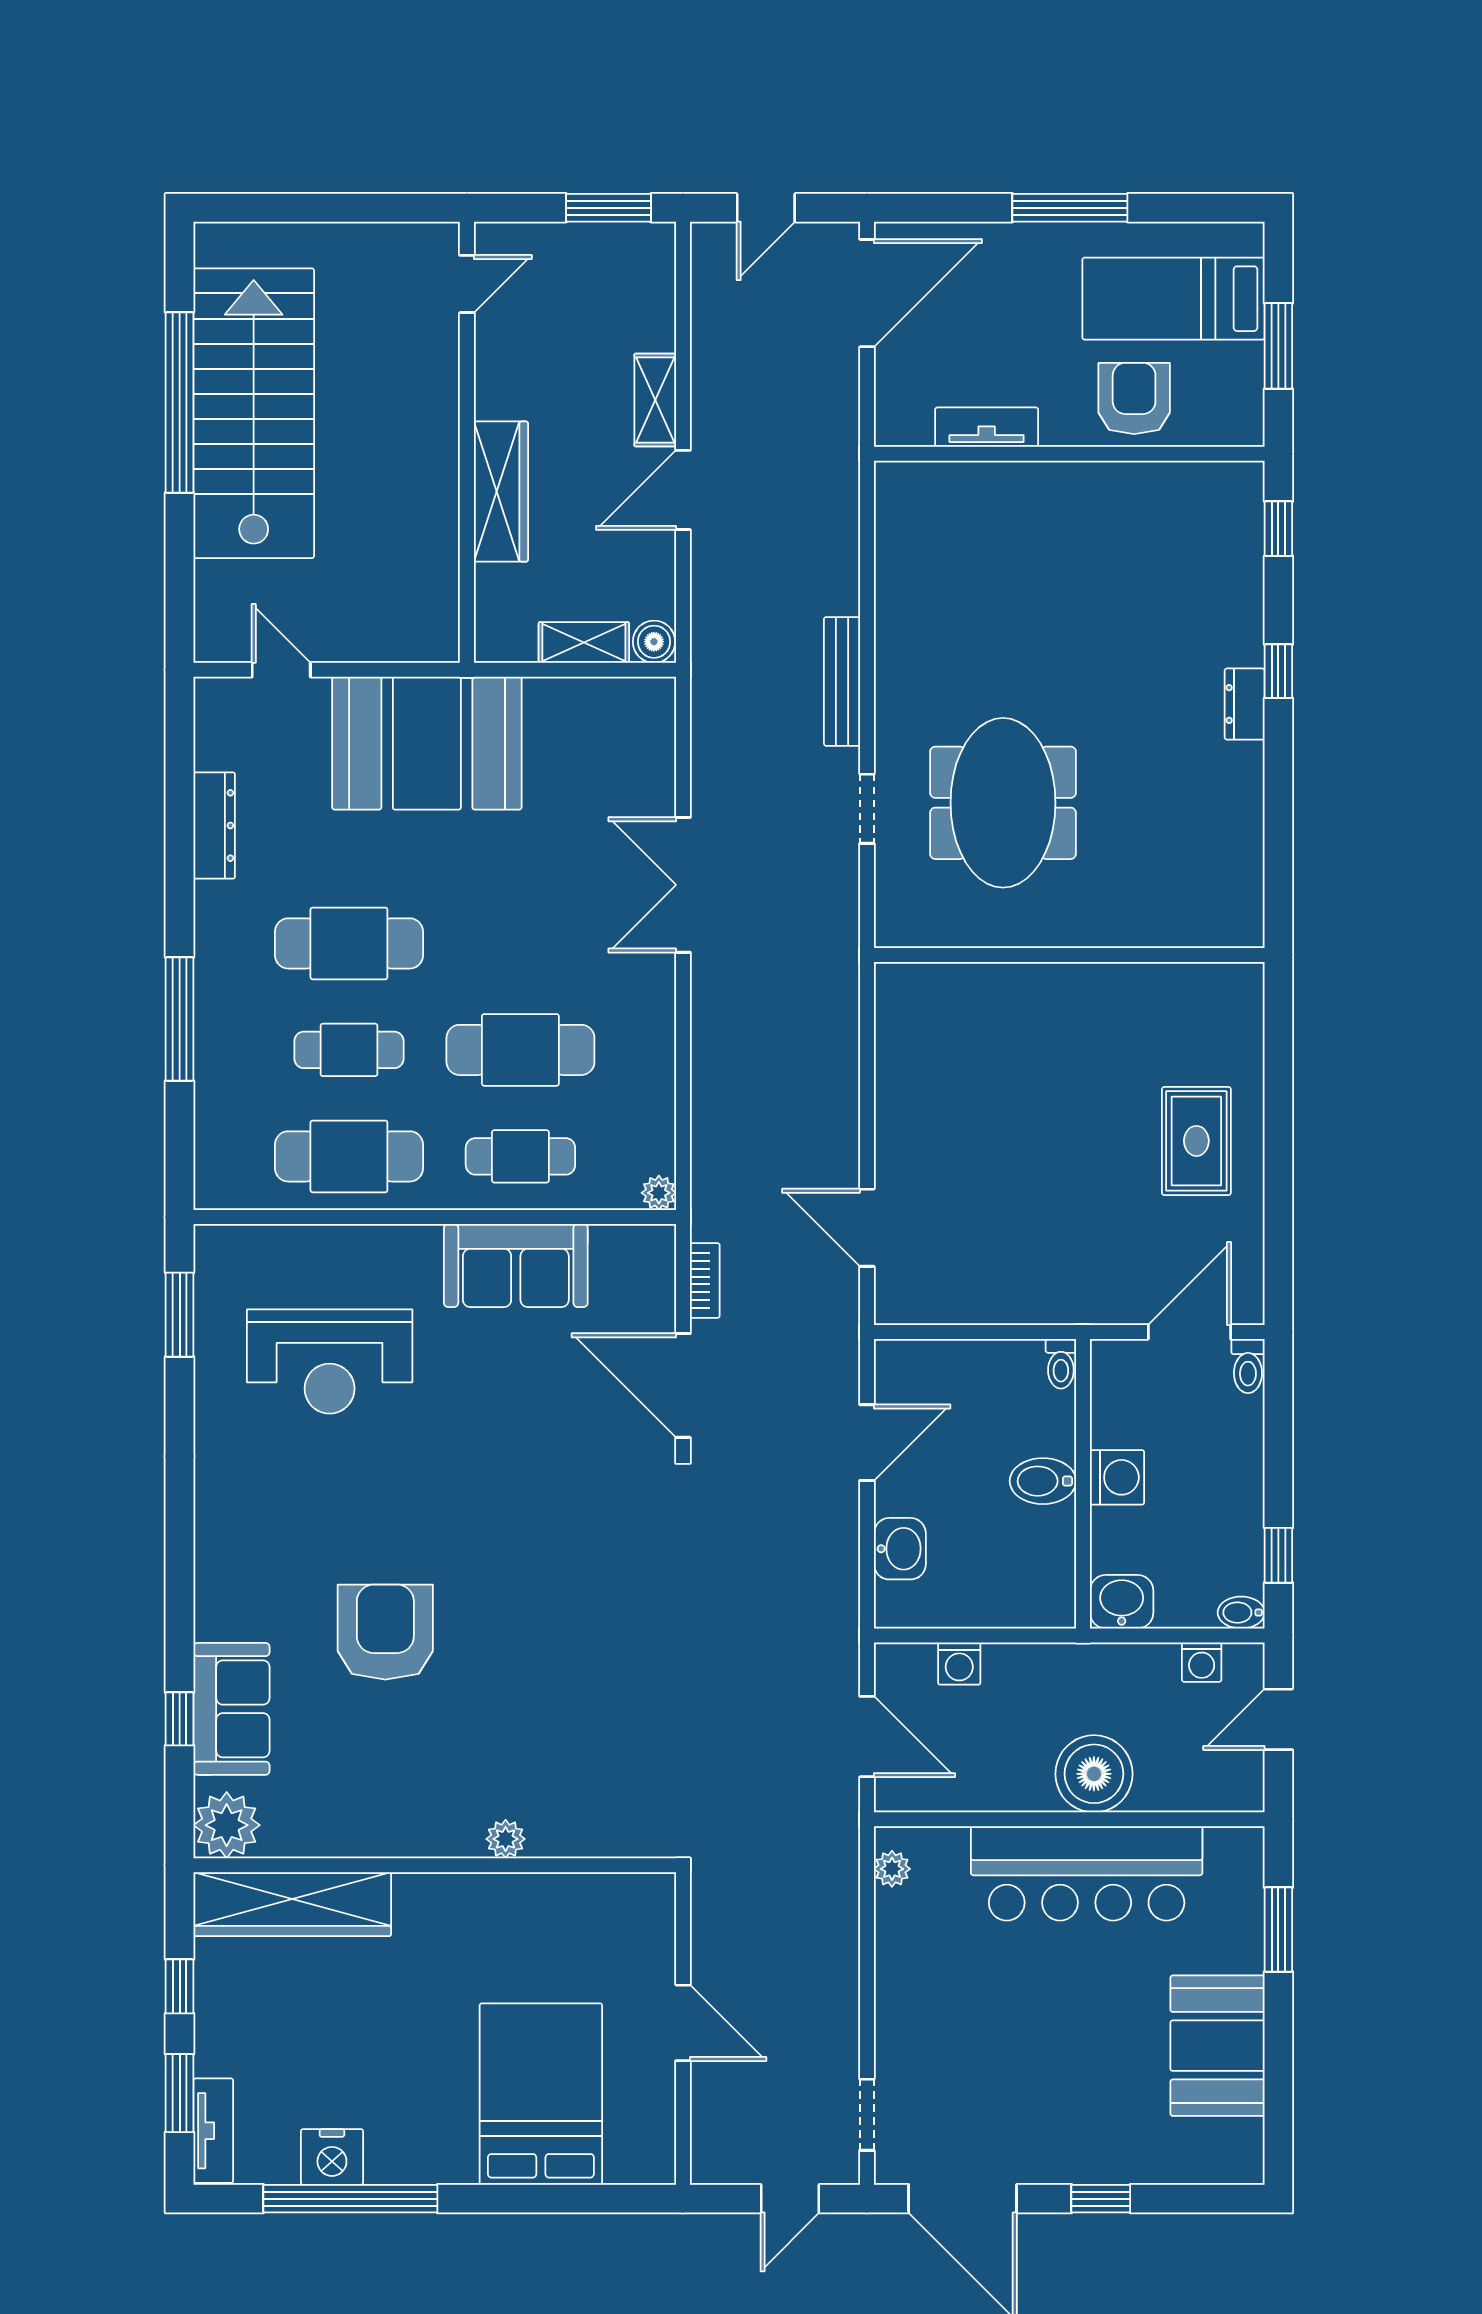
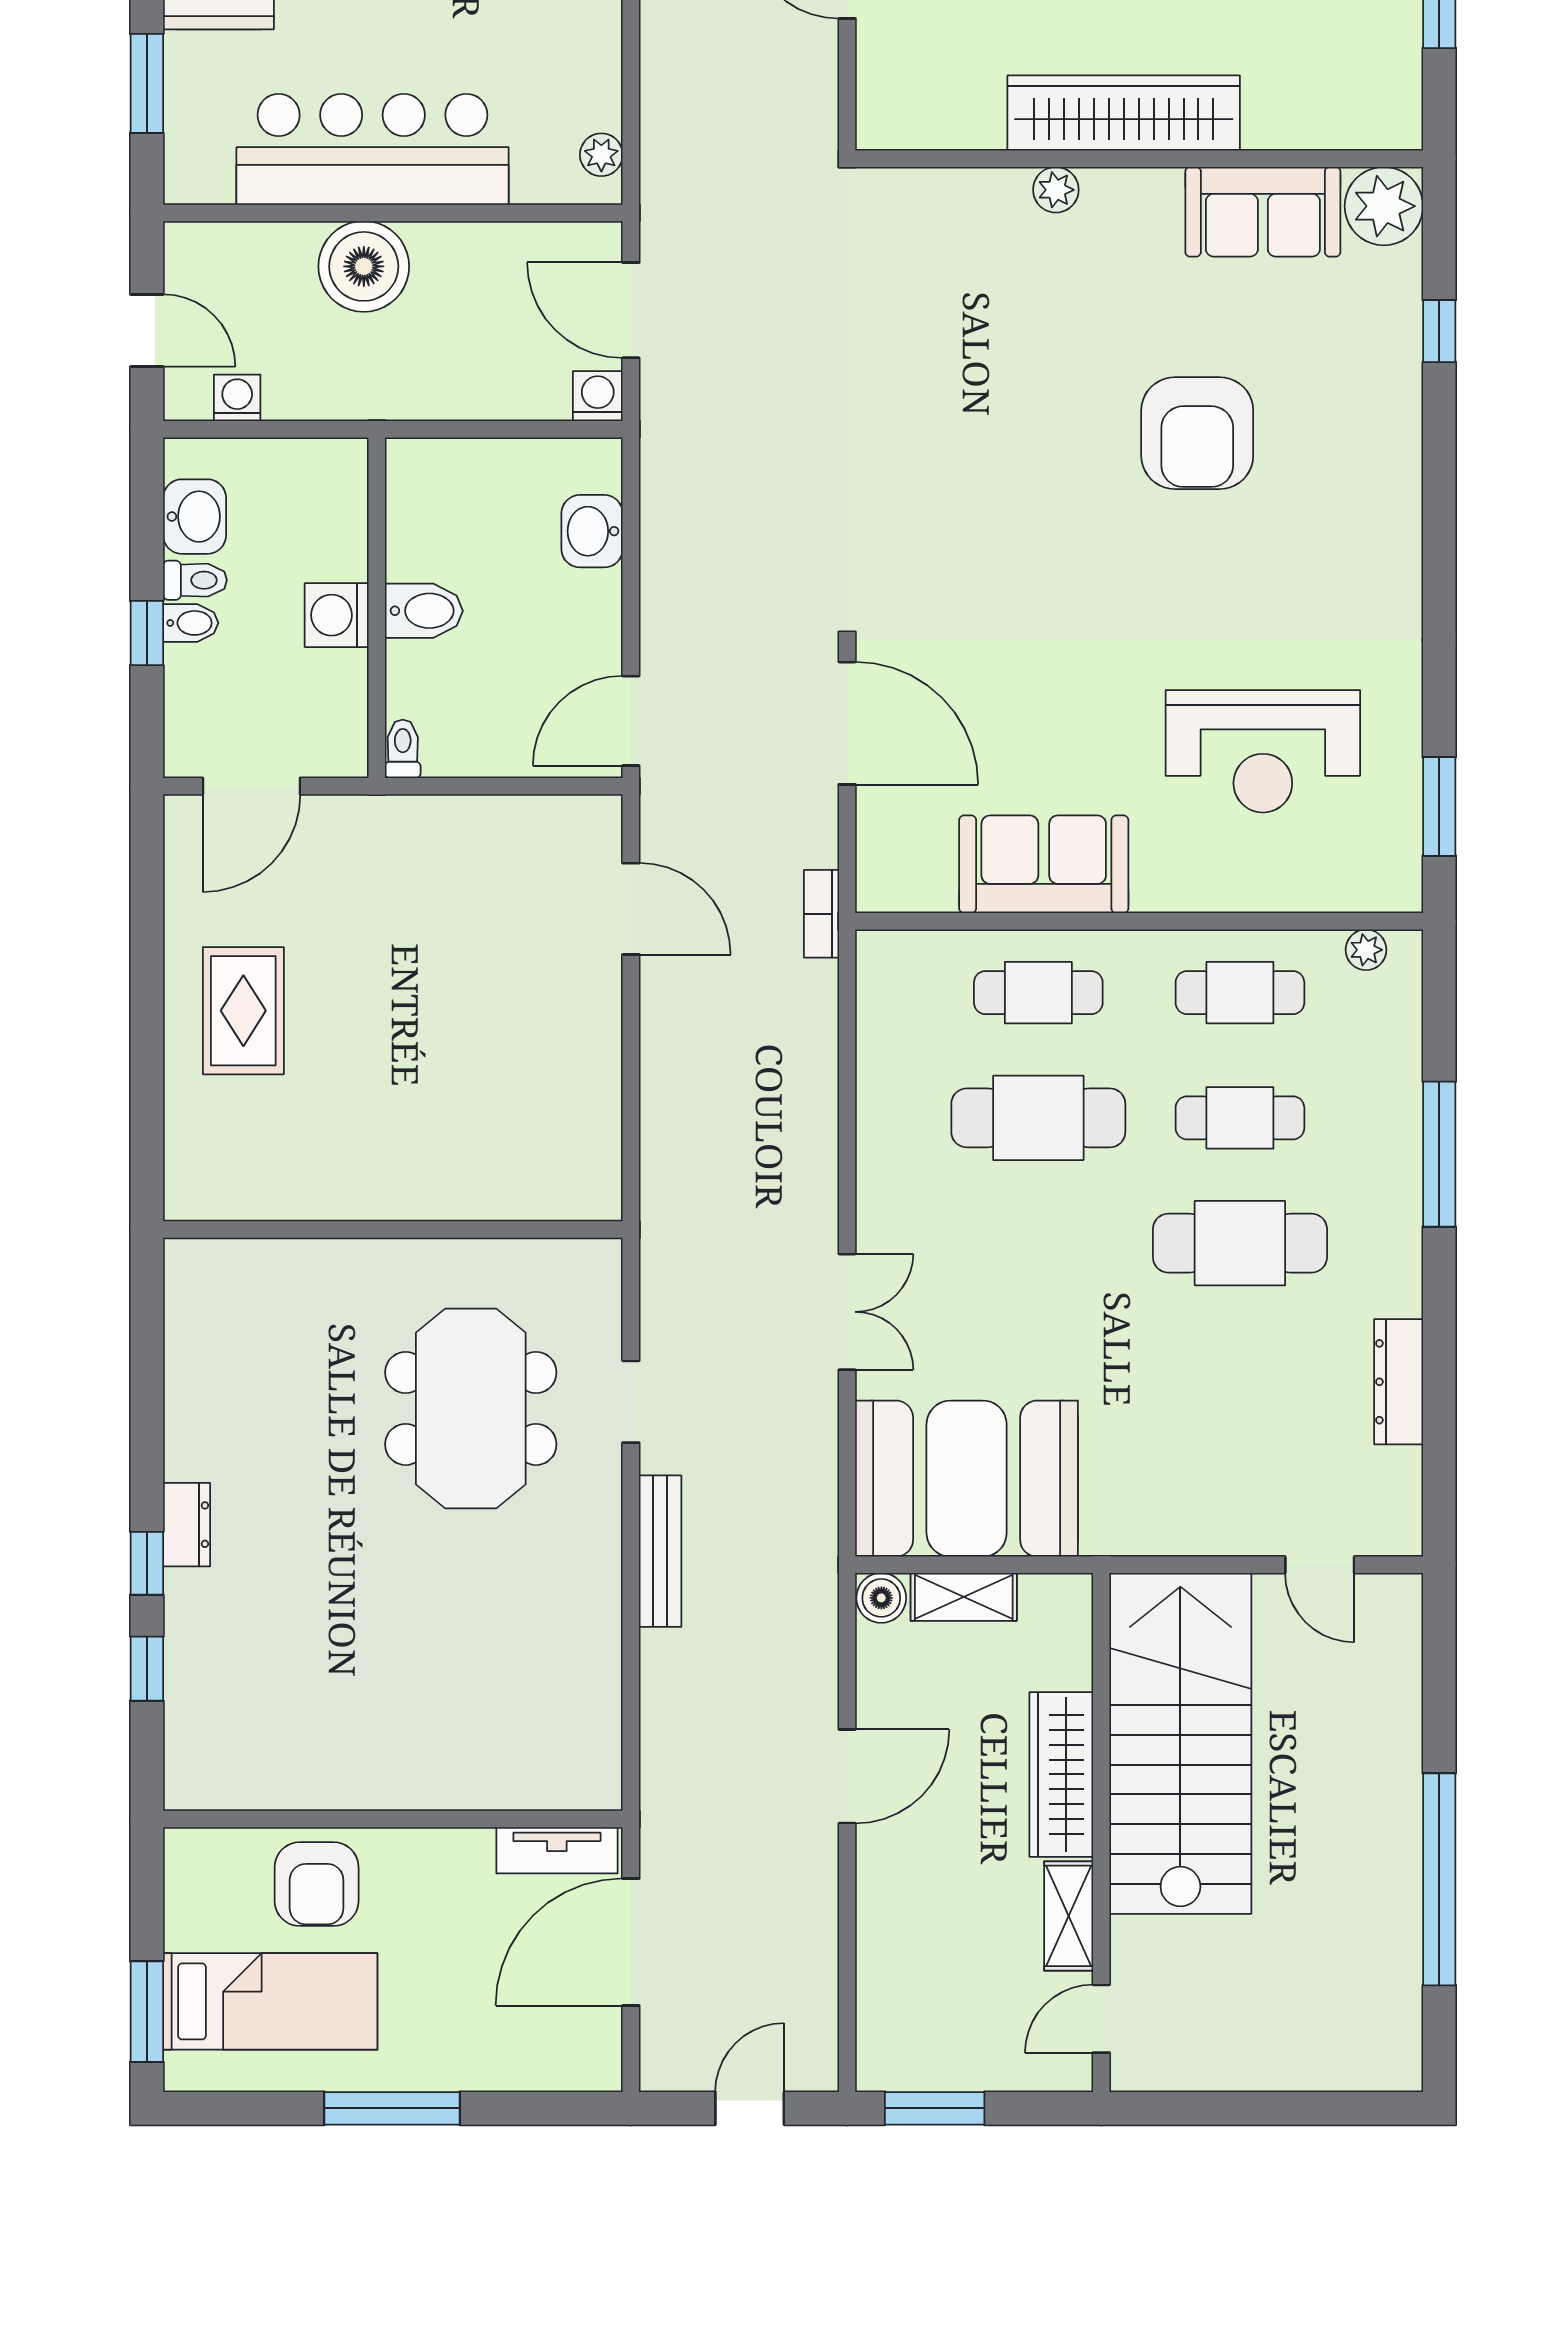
door: (867, 293) -> (631, 1942), moved
window: (1278, 346) -> (147, 2012), moved
shelving: (655, 400) -> (1069, 1916), moved
stairs: (254, 413) -> (1180, 1743), moved, turned 180
tv unit: (987, 427) -> (557, 1850), moved
window: (1278, 529) -> (147, 1669), moved
booth: (427, 743) -> (967, 1479), moved
double door: (683, 885) -> (847, 1312), width x0.73
cafe table: (349, 1156) -> (1240, 993), width x0.73, depth x0.74
plant: (659, 1193) -> (1366, 950), moved
bookcase: (705, 1281) -> (821, 914), moved
reception desk: (330, 1362) -> (1263, 751), turned 180
toilet: (1248, 1366) -> (195, 580), moved, turned 90
door: (867, 1443) -> (631, 721), moved
window: (1278, 1555) -> (147, 633), moved
washbasin: (1122, 1602) -> (195, 517), moved, turned -90
bidet: (1241, 1613) -> (191, 623), moved
washing machine: (959, 1664) -> (598, 396), moved
sofa: (231, 1709) -> (1263, 212), moved, turned -90
door: (1278, 1719) -> (147, 331), hinge flipped
wardrobe: (292, 1904) -> (1124, 113), moved

